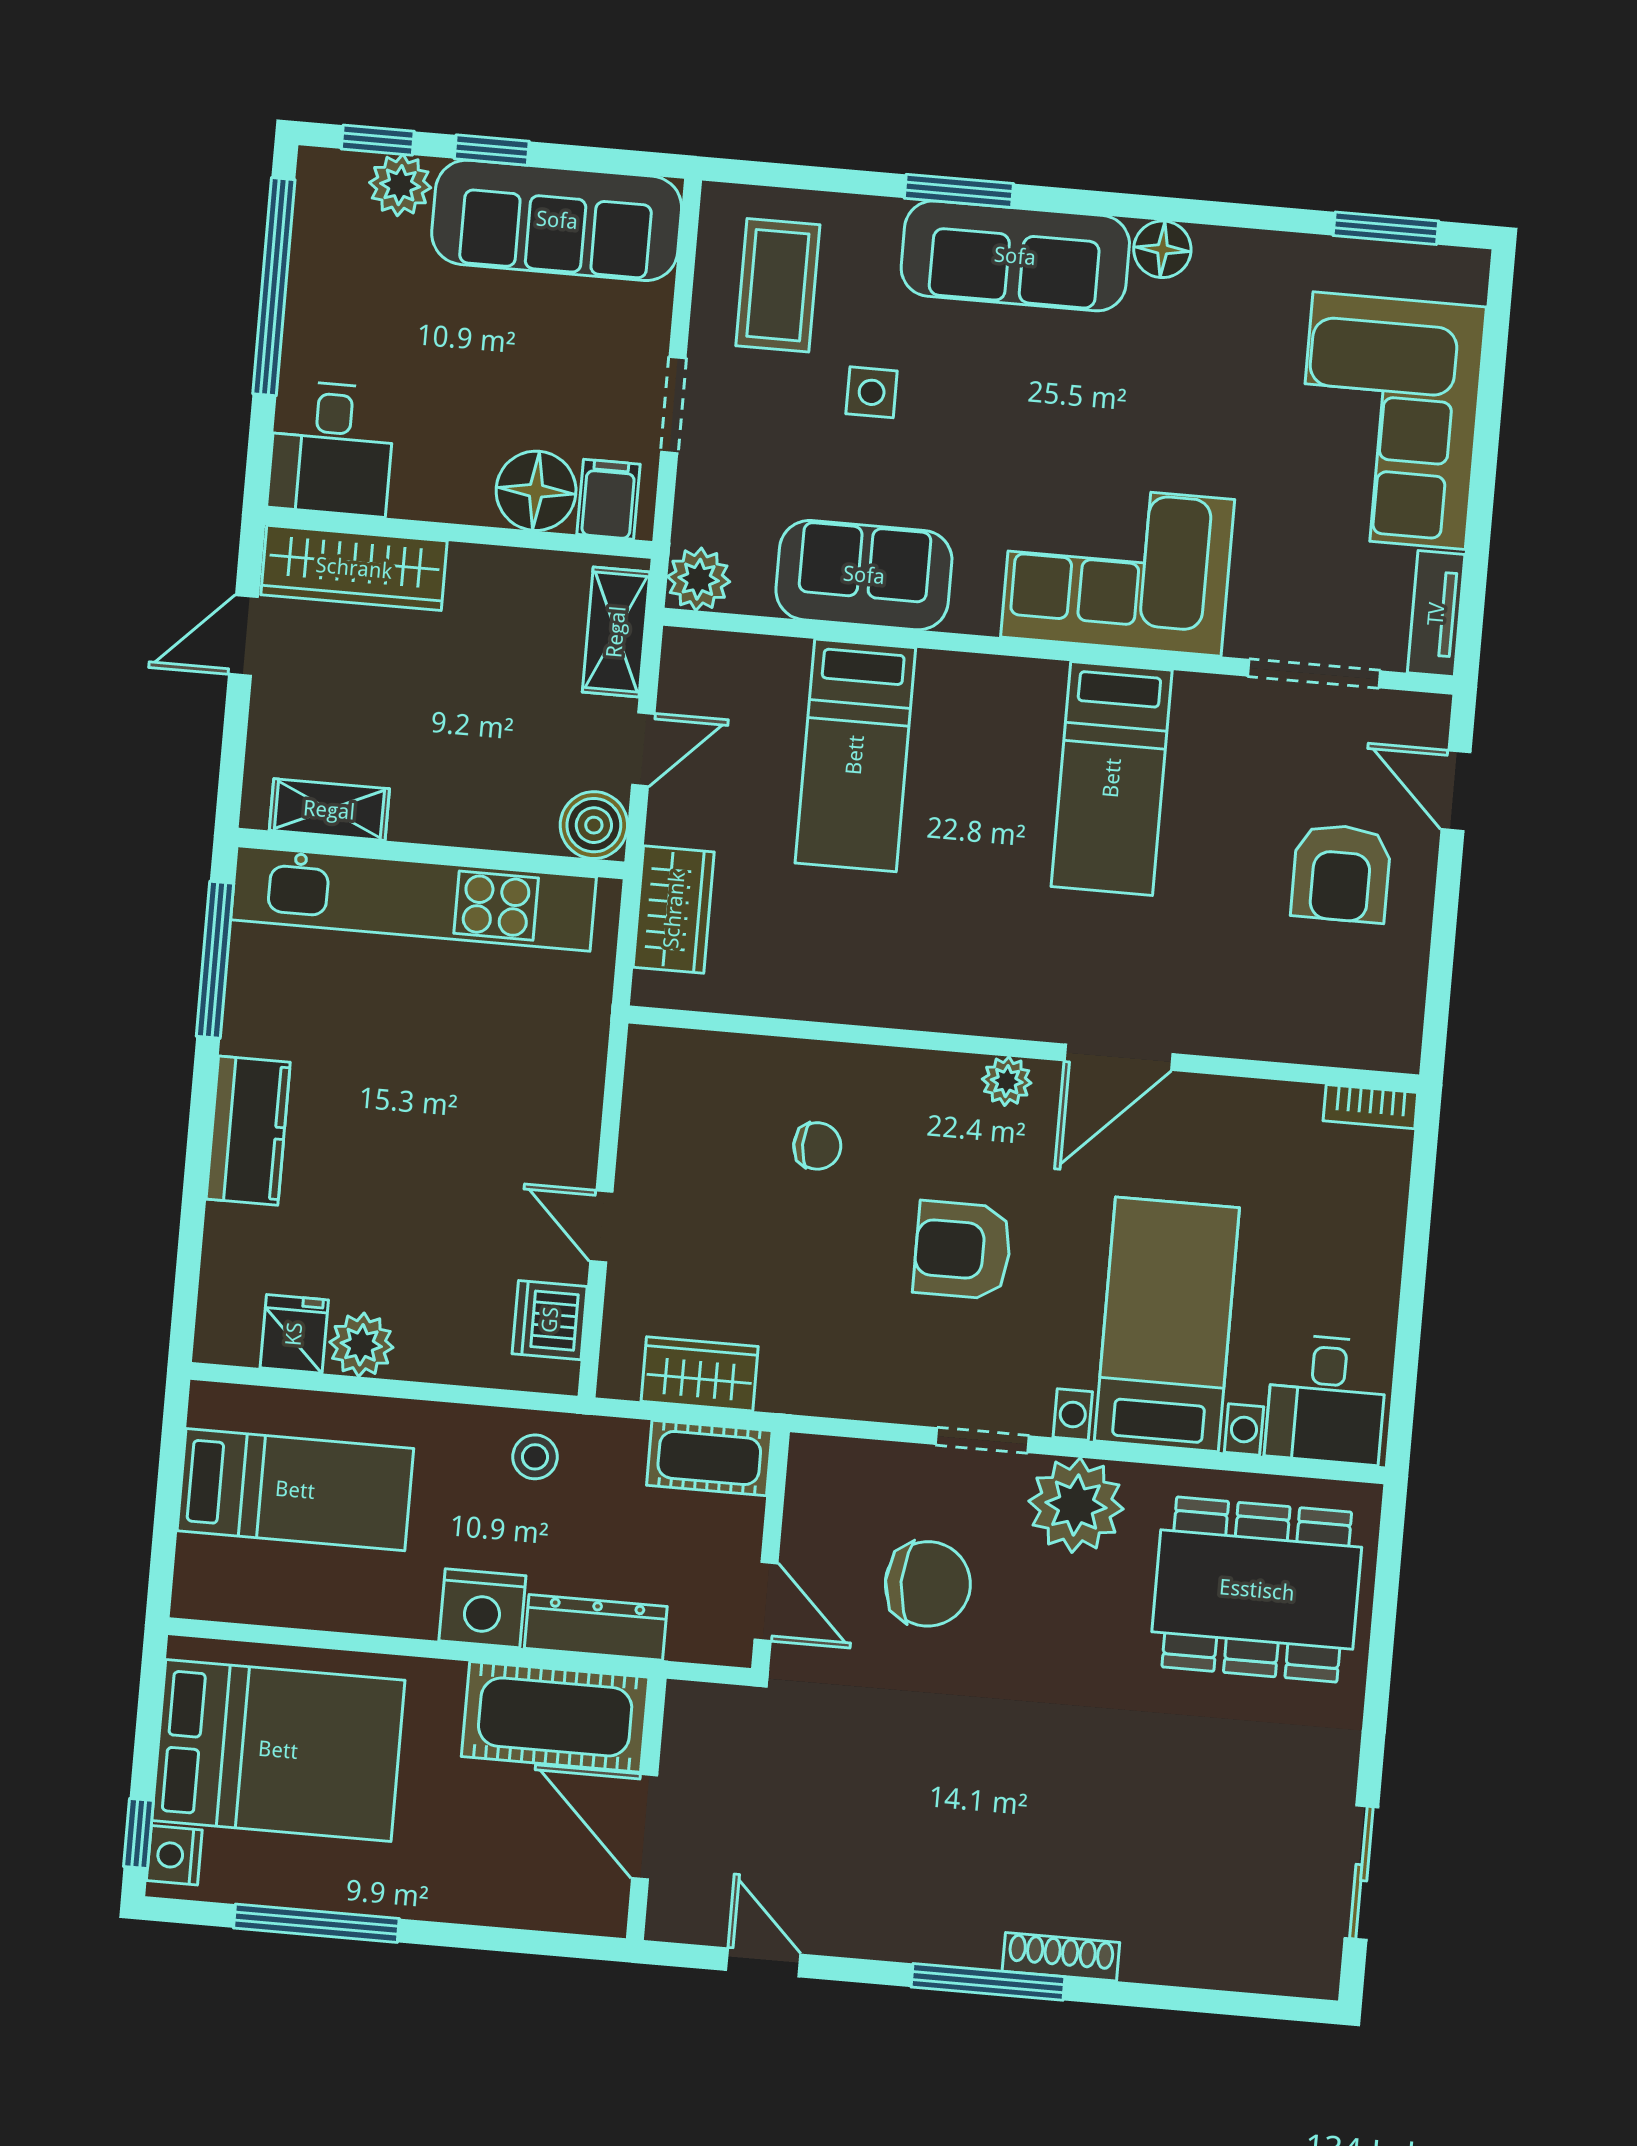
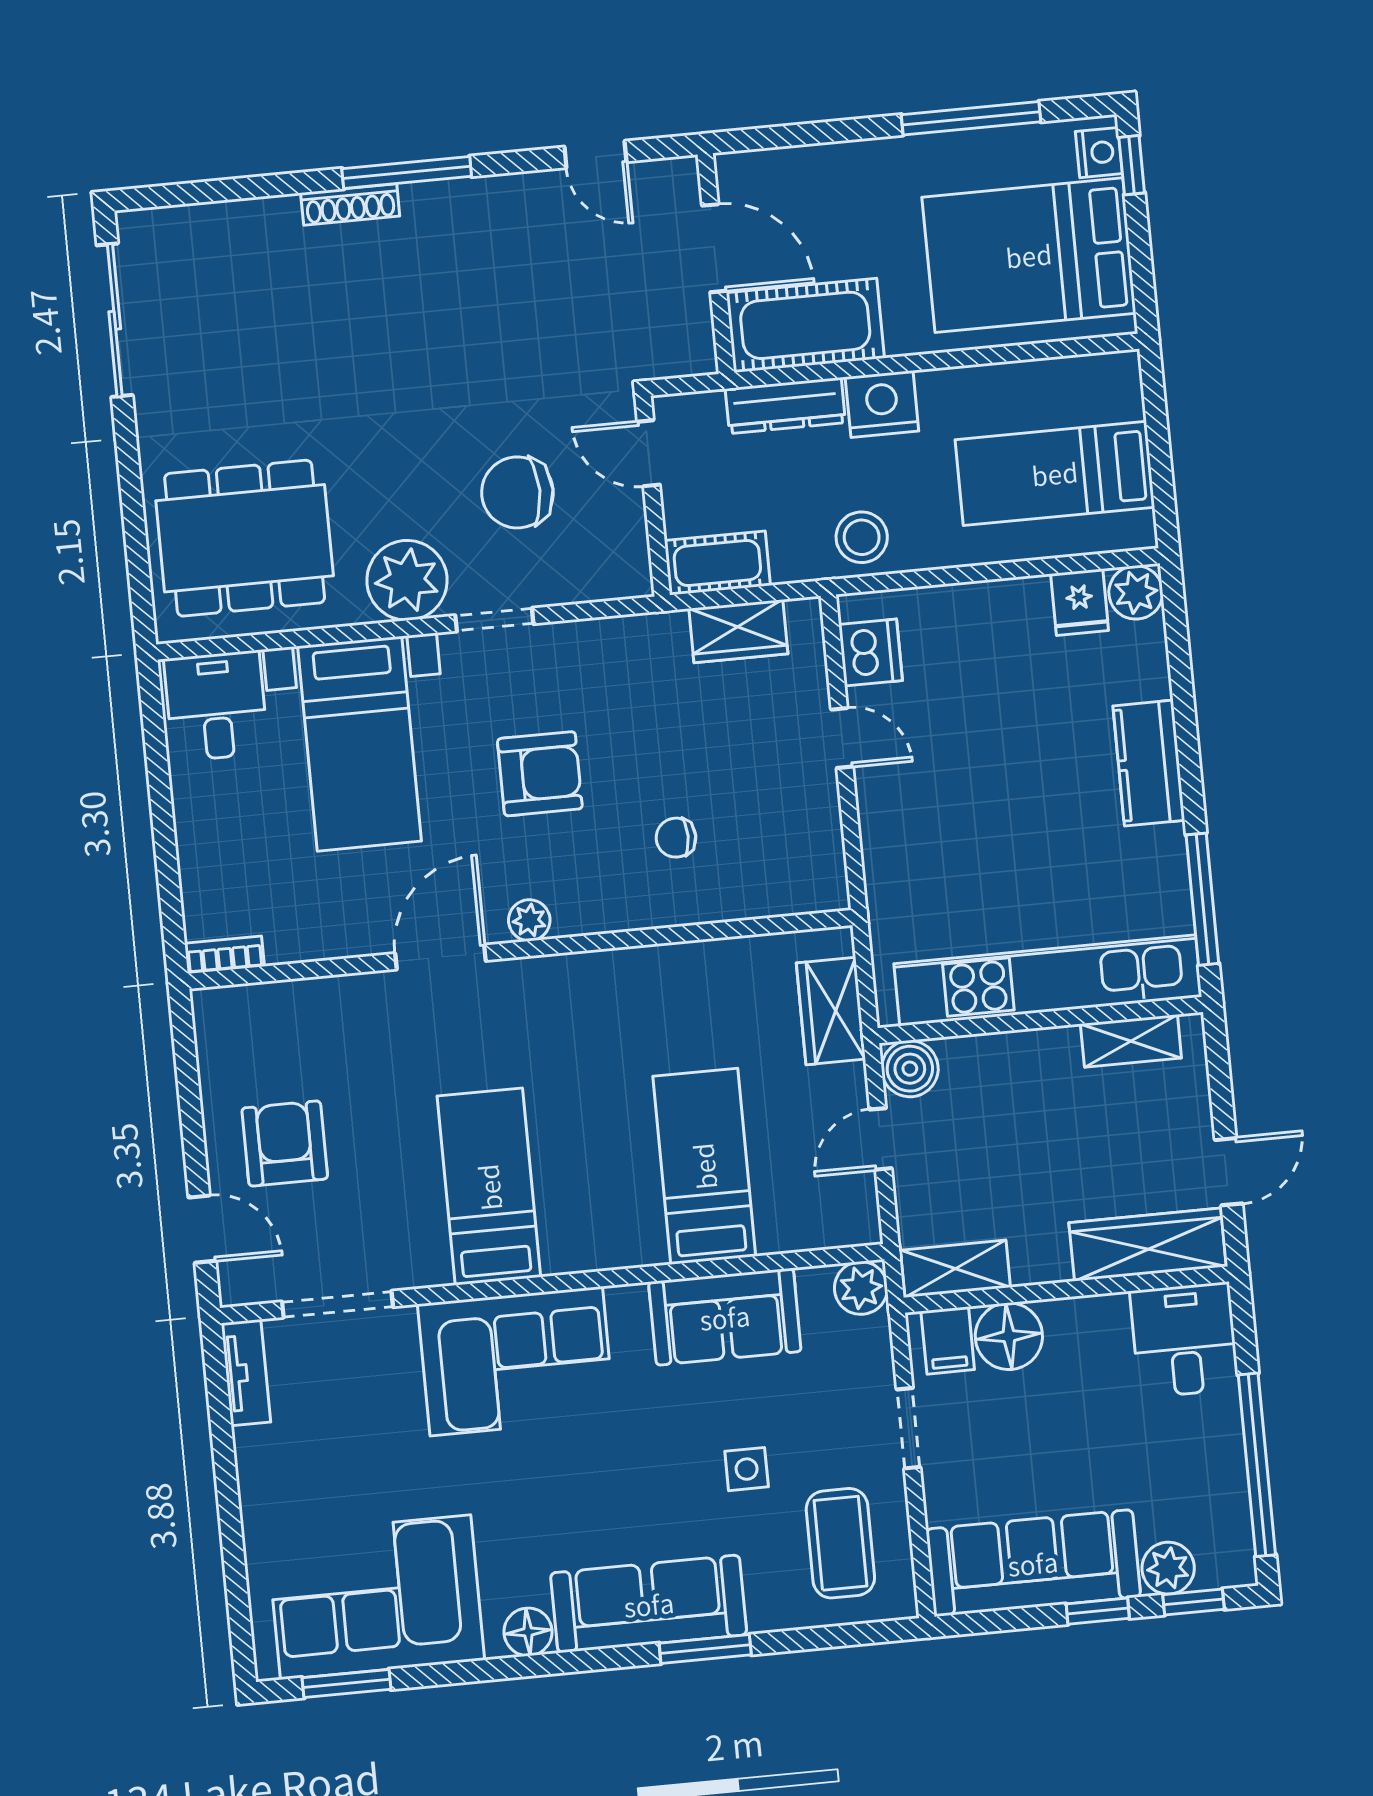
corner sofa: (1389, 421) -> (376, 1597), moved, turned -90
shelving: (616, 632) -> (955, 1269), moved, turned 90
plant: (361, 1345) -> (1136, 592), moved
stool: (535, 1457) -> (862, 537), width x1.37, depth x1.37
sliding door: (1361, 1873) -> (115, 320), width x1.37

